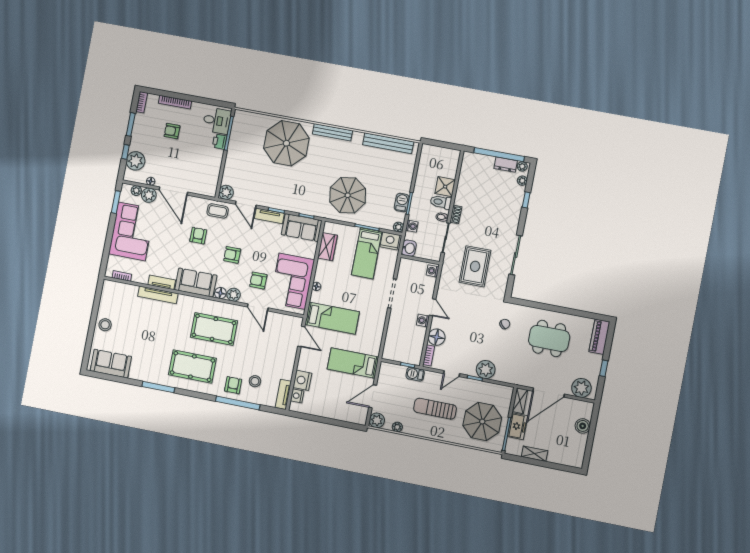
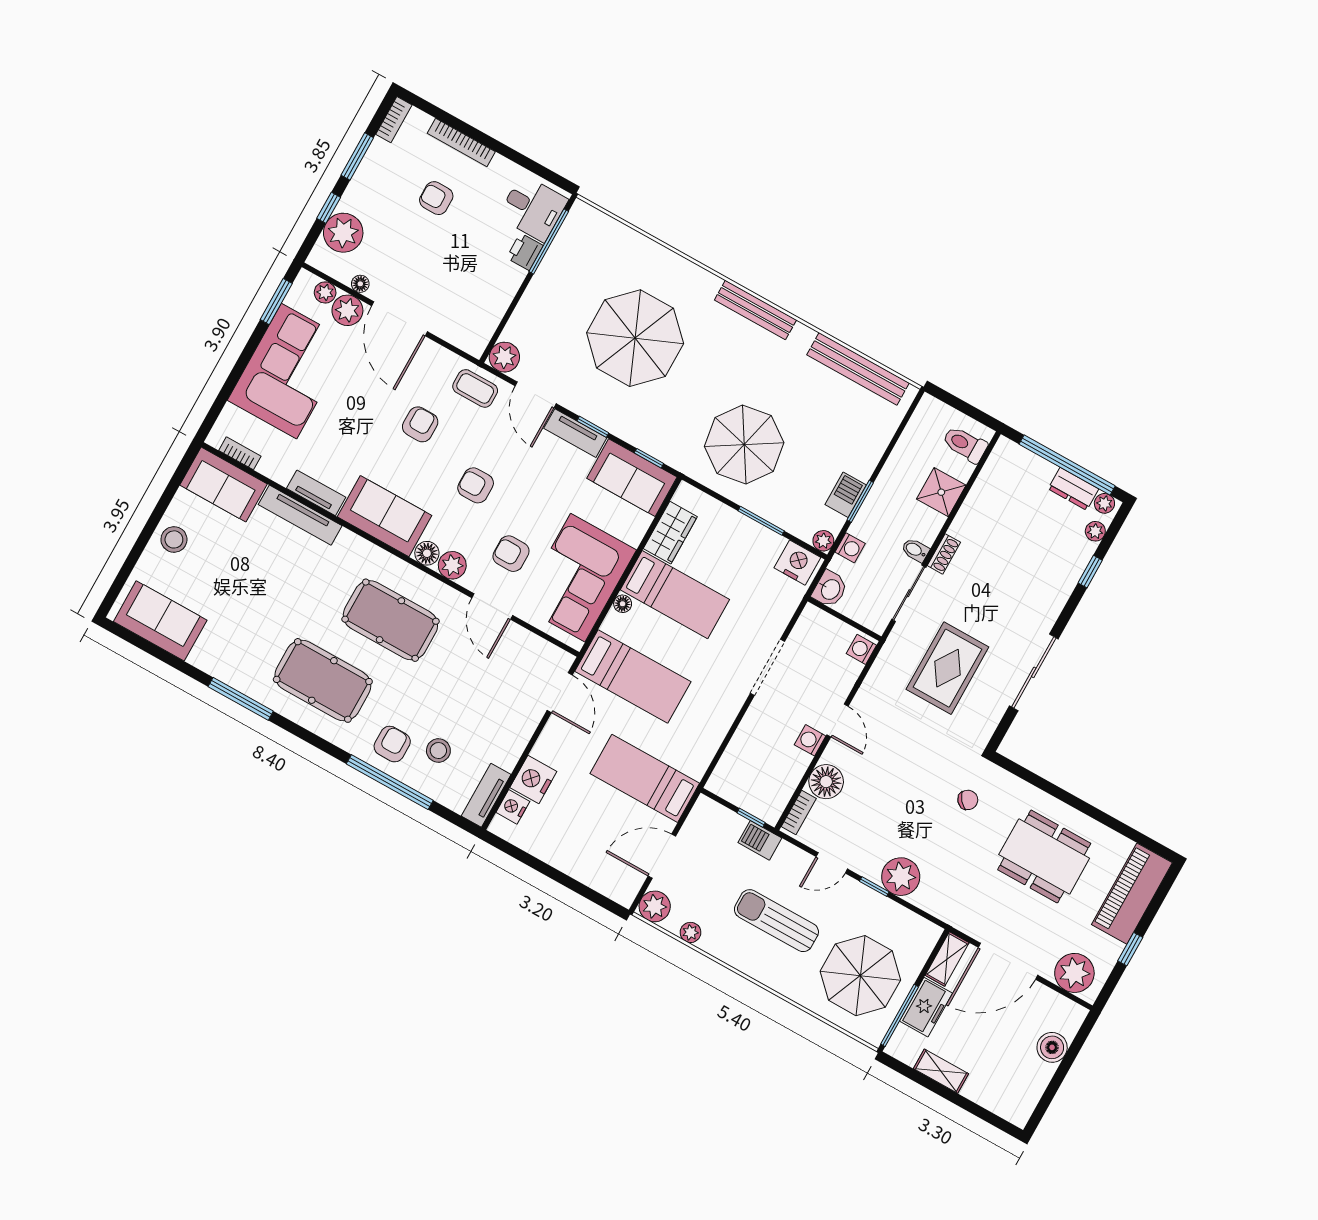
parasol: (286, 143) -> (635, 338), moved
toilet: (441, 202) -> (965, 444), moved
bed: (367, 253) -> (675, 595), moved, turned -90
sofa: (119, 292) -> (224, 485), added
piano: (599, 337) -> (1132, 894), width x1.37, depth x1.33

